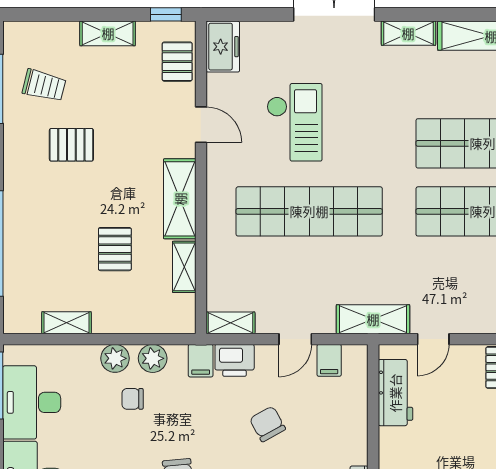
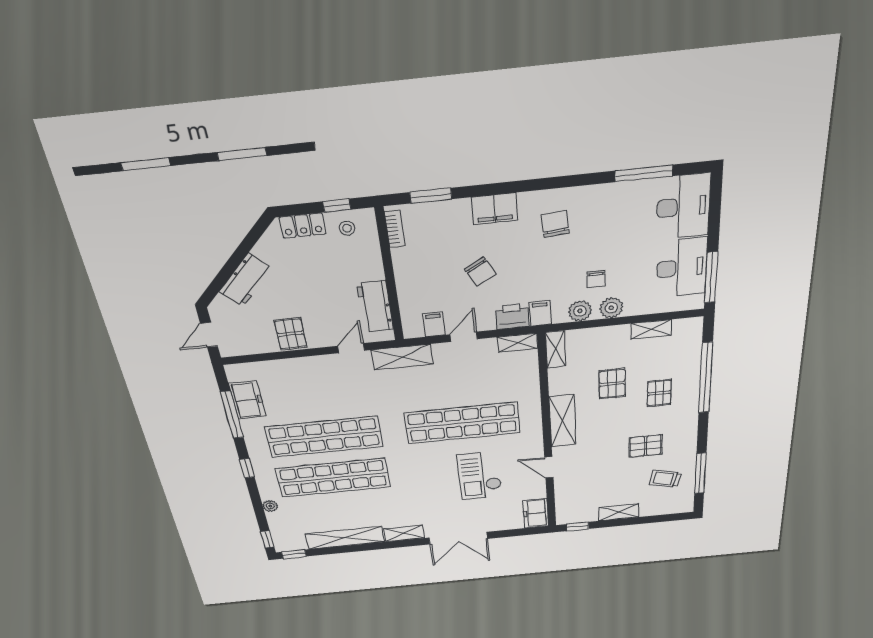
pallet: (177, 62) -> (659, 393), moved
shelving: (184, 267) -> (556, 349), moved
chair: (133, 399) -> (596, 279), turned 90

